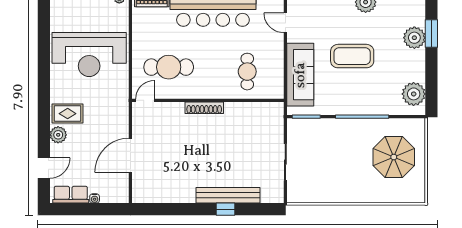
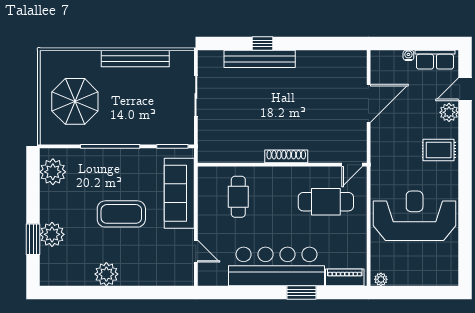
plant: (58, 135) -> (449, 112), moved
bench: (340, 196) -> (135, 58), added

